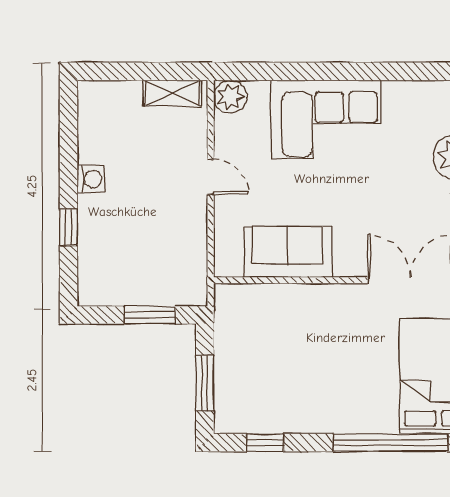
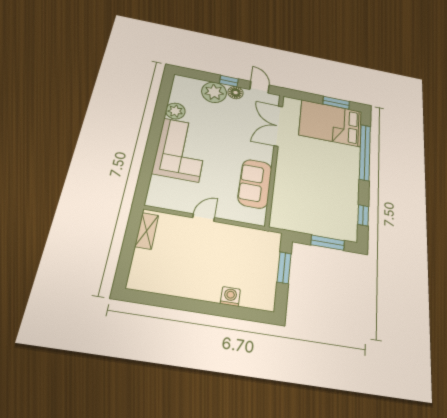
plant: (230, 97) -> (175, 111), moved
washing machine: (91, 179) -> (230, 296), moved
window: (69, 227) -> (222, 310), removed

